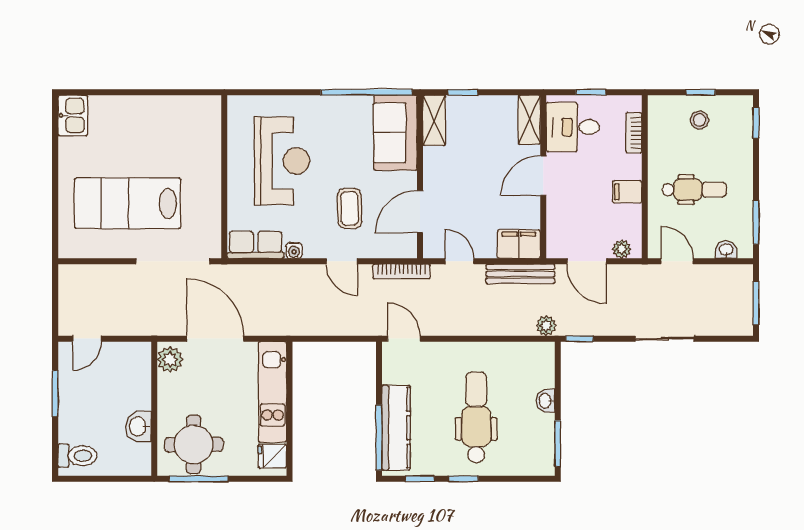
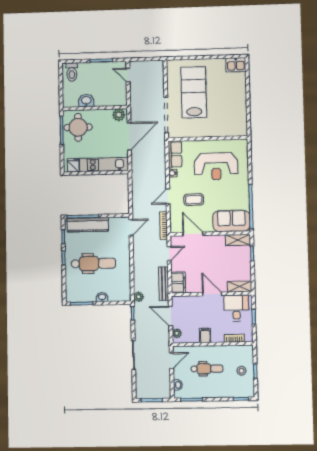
dental chair: (694, 190) -> (207, 369), turned -90
door: (587, 261) -> (171, 316), hinge flipped

